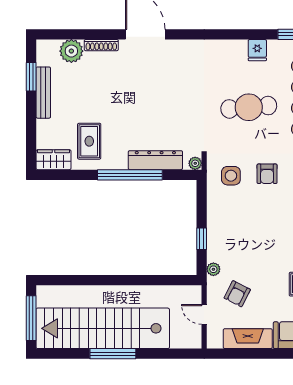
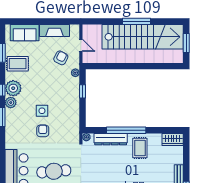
rug: (89, 141) -> (140, 148), moved
side table: (231, 176) -> (42, 111), moved
window: (31, 318) -> (186, 43), width x0.69

